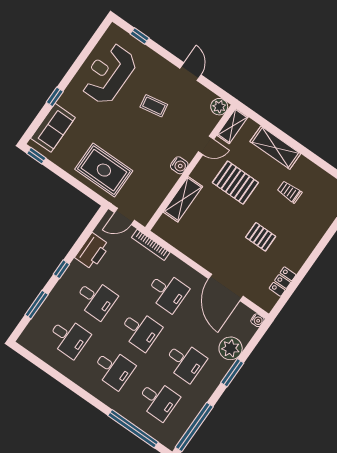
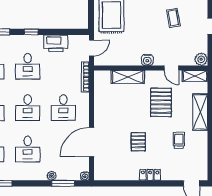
door: (124, 216) -> (92, 48), swing flipped
locker: (283, 282) -> (150, 175), moved
plant: (231, 348) -> (52, 176), width x0.53, depth x0.53
window: (232, 373) -> (63, 183), moved

